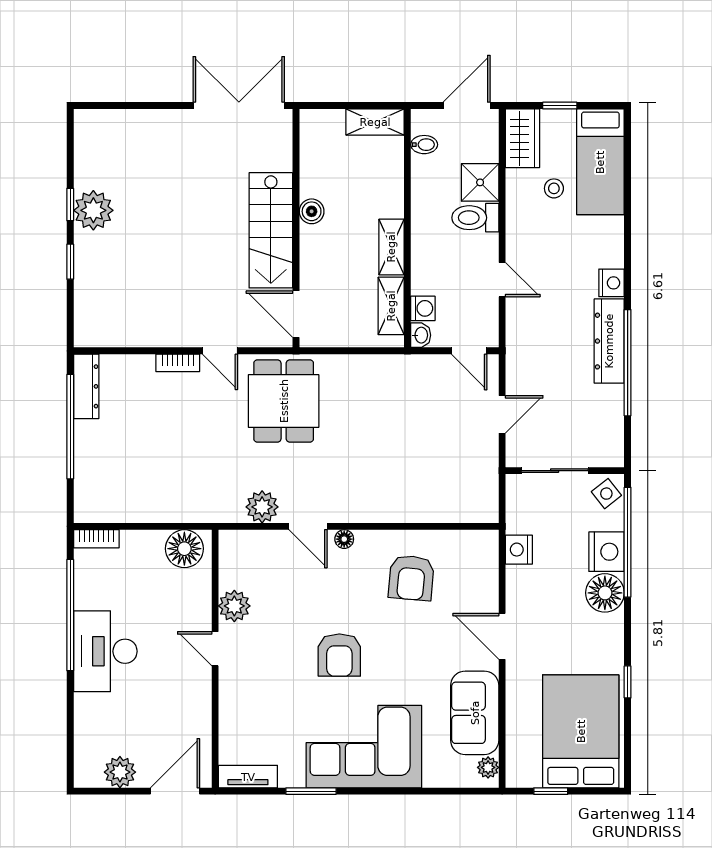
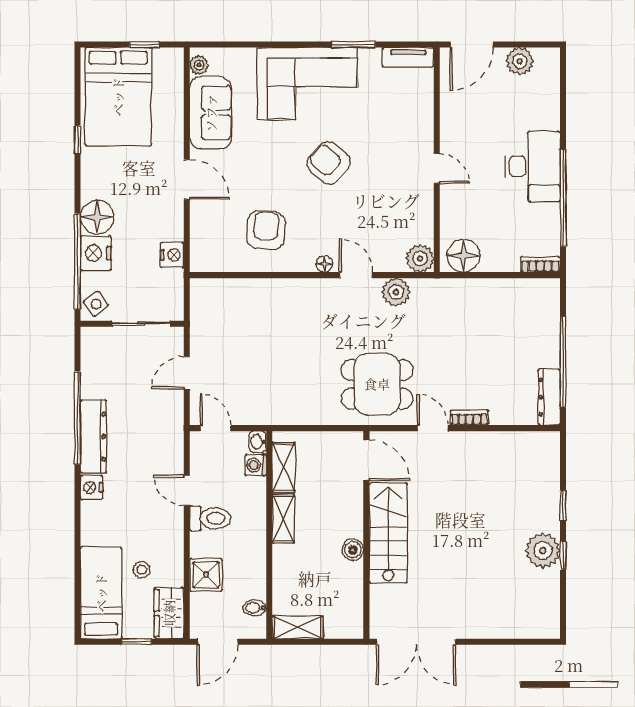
toilet: (475, 218) -> (210, 518), moved
dining table: (284, 401) -> (377, 384), turned 90
plant: (234, 606) -> (420, 258), moved
armchair: (339, 655) -> (329, 163), turned -49

